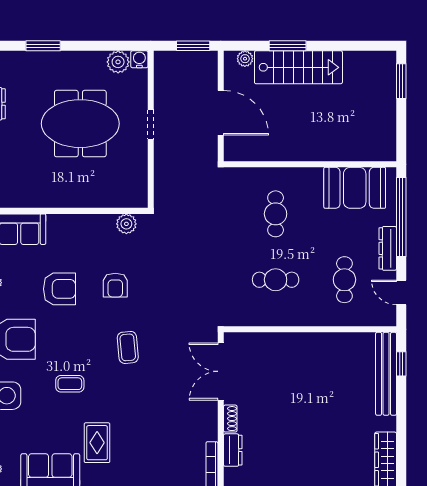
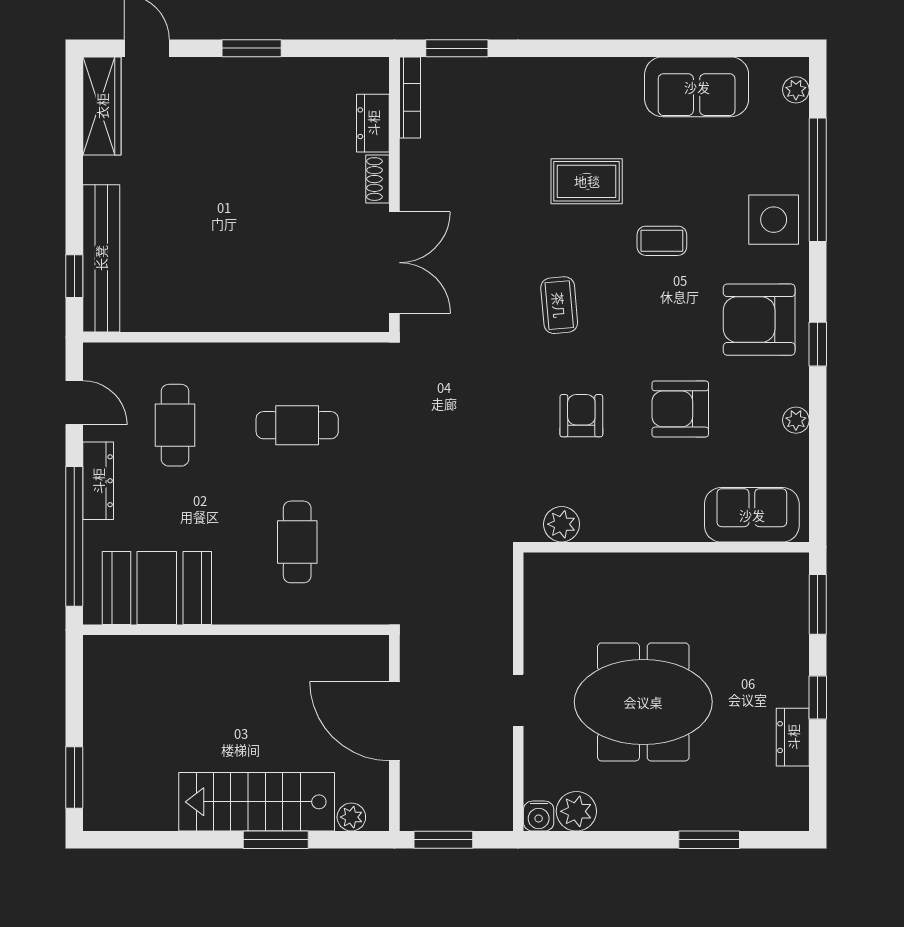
rug: (97, 443) -> (587, 181), moved, turned 90

